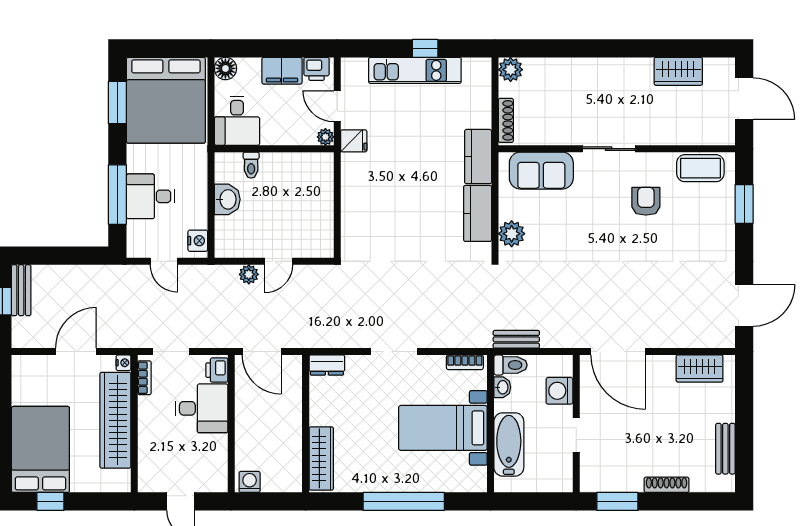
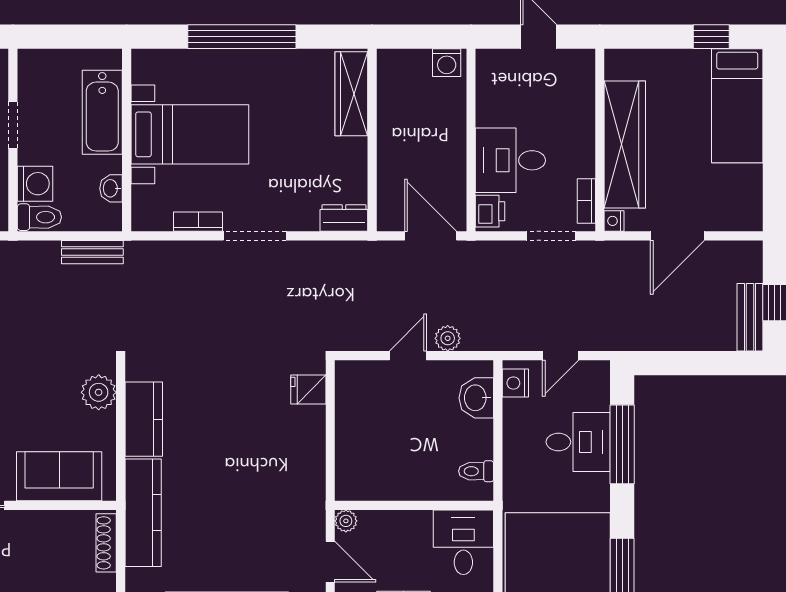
fridge: (354, 141) -> (308, 390), moved
kitchen counter: (478, 157) -> (143, 513), width x1.50
toilet: (251, 165) -> (476, 471), moved, turned -90
washbasin: (227, 199) -> (476, 398), moved
door: (164, 261) -> (560, 356), swing flipped
bookcase: (465, 362) -> (198, 222), moved
toilet: (510, 365) -> (39, 217), moved, turned 180
bed: (40, 449) -> (737, 106), width x0.67

